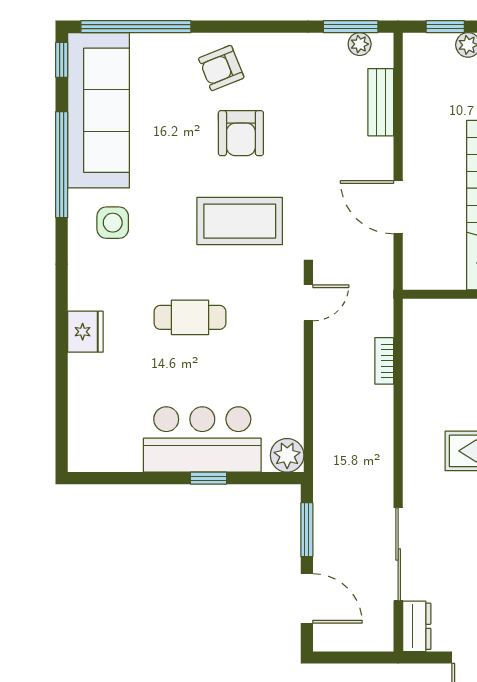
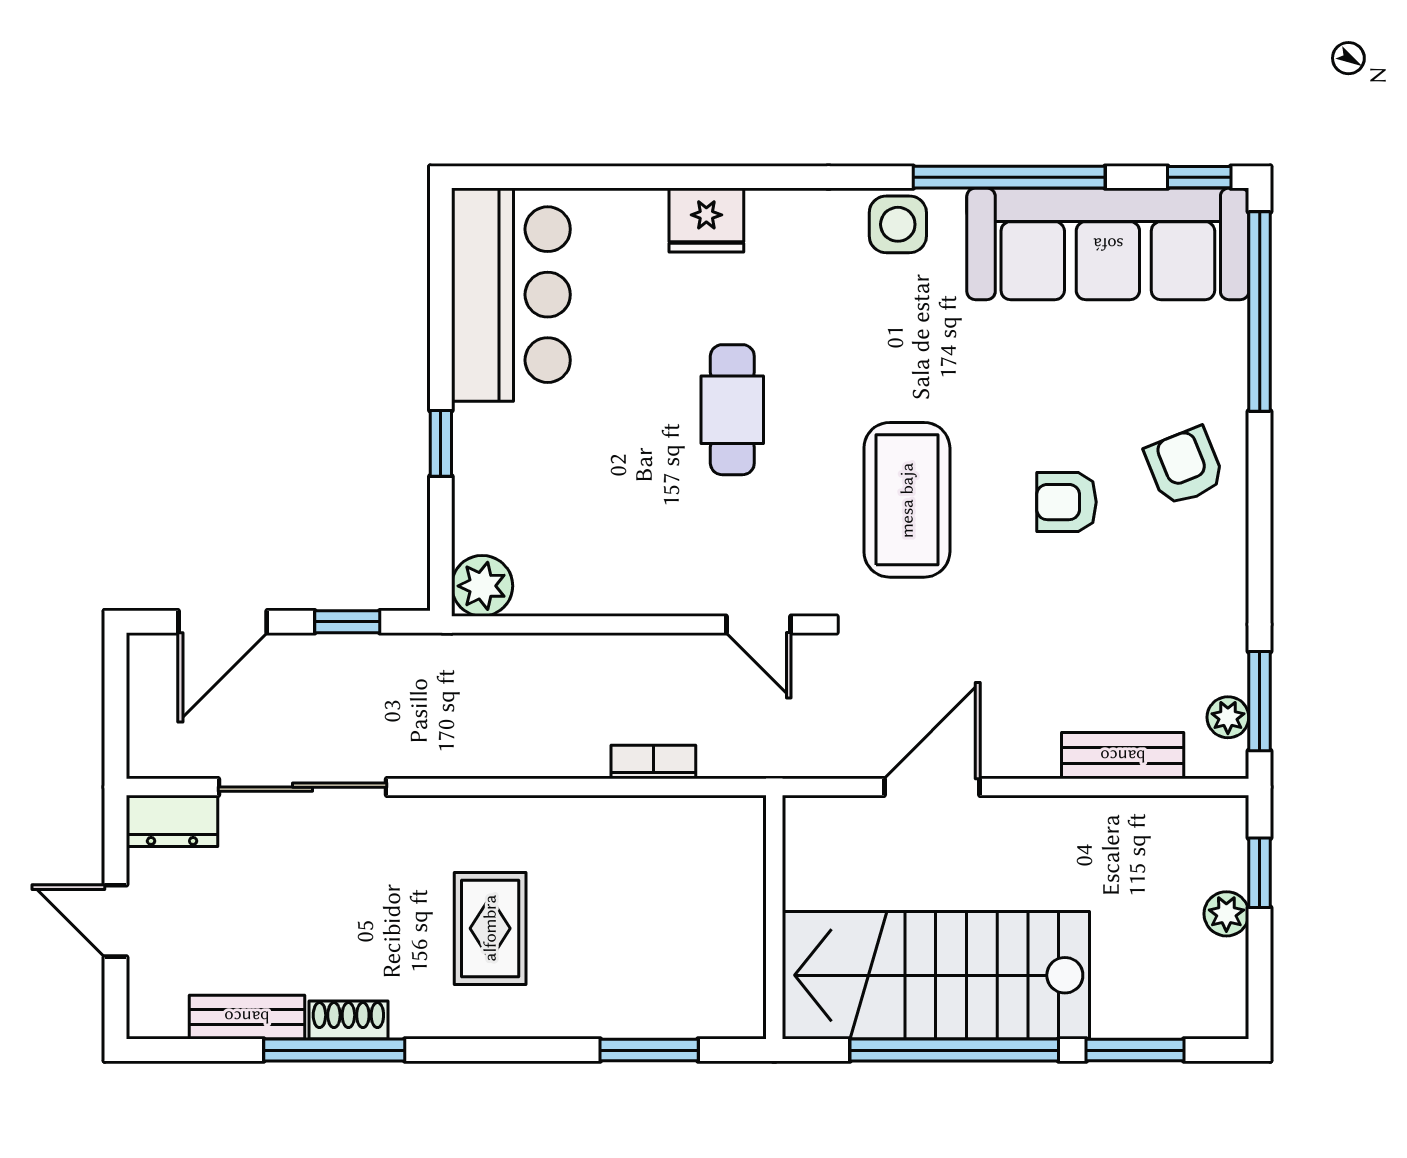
armchair: (241, 133) -> (1066, 502), width x0.72, depth x0.72
side table: (113, 223) -> (898, 224), moved
bar counter: (202, 439) -> (511, 295), moved
window: (307, 530) -> (347, 622), width x0.67

